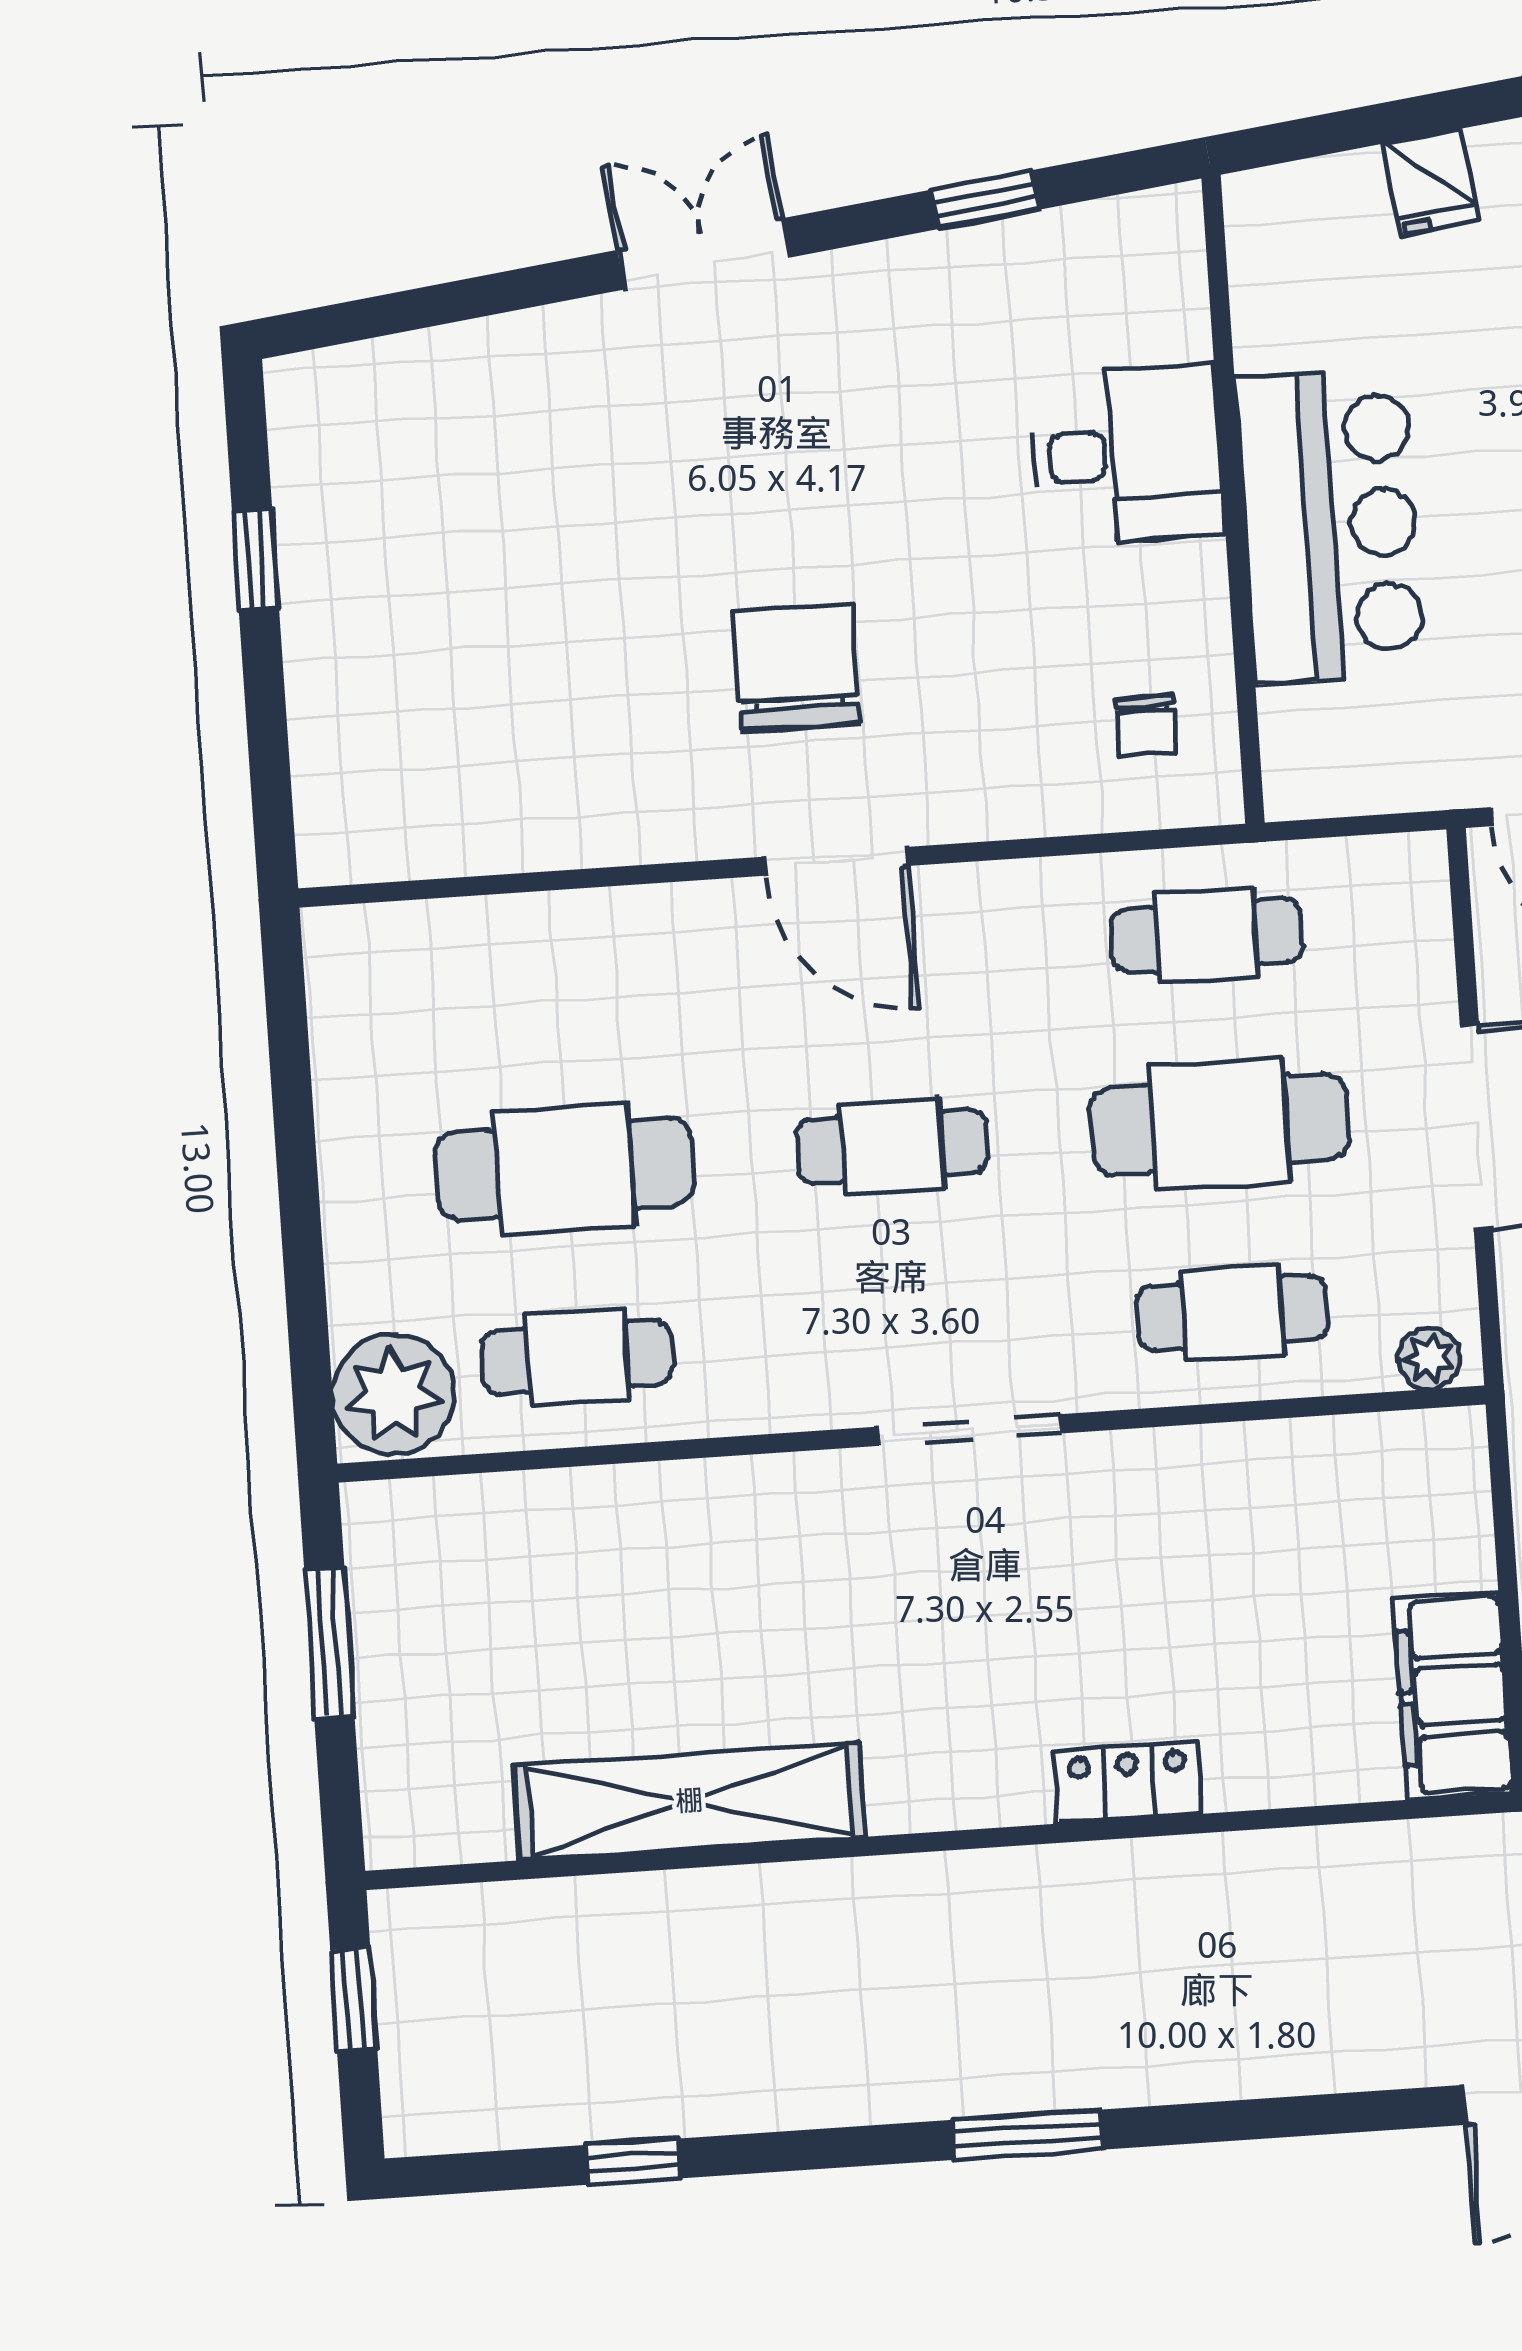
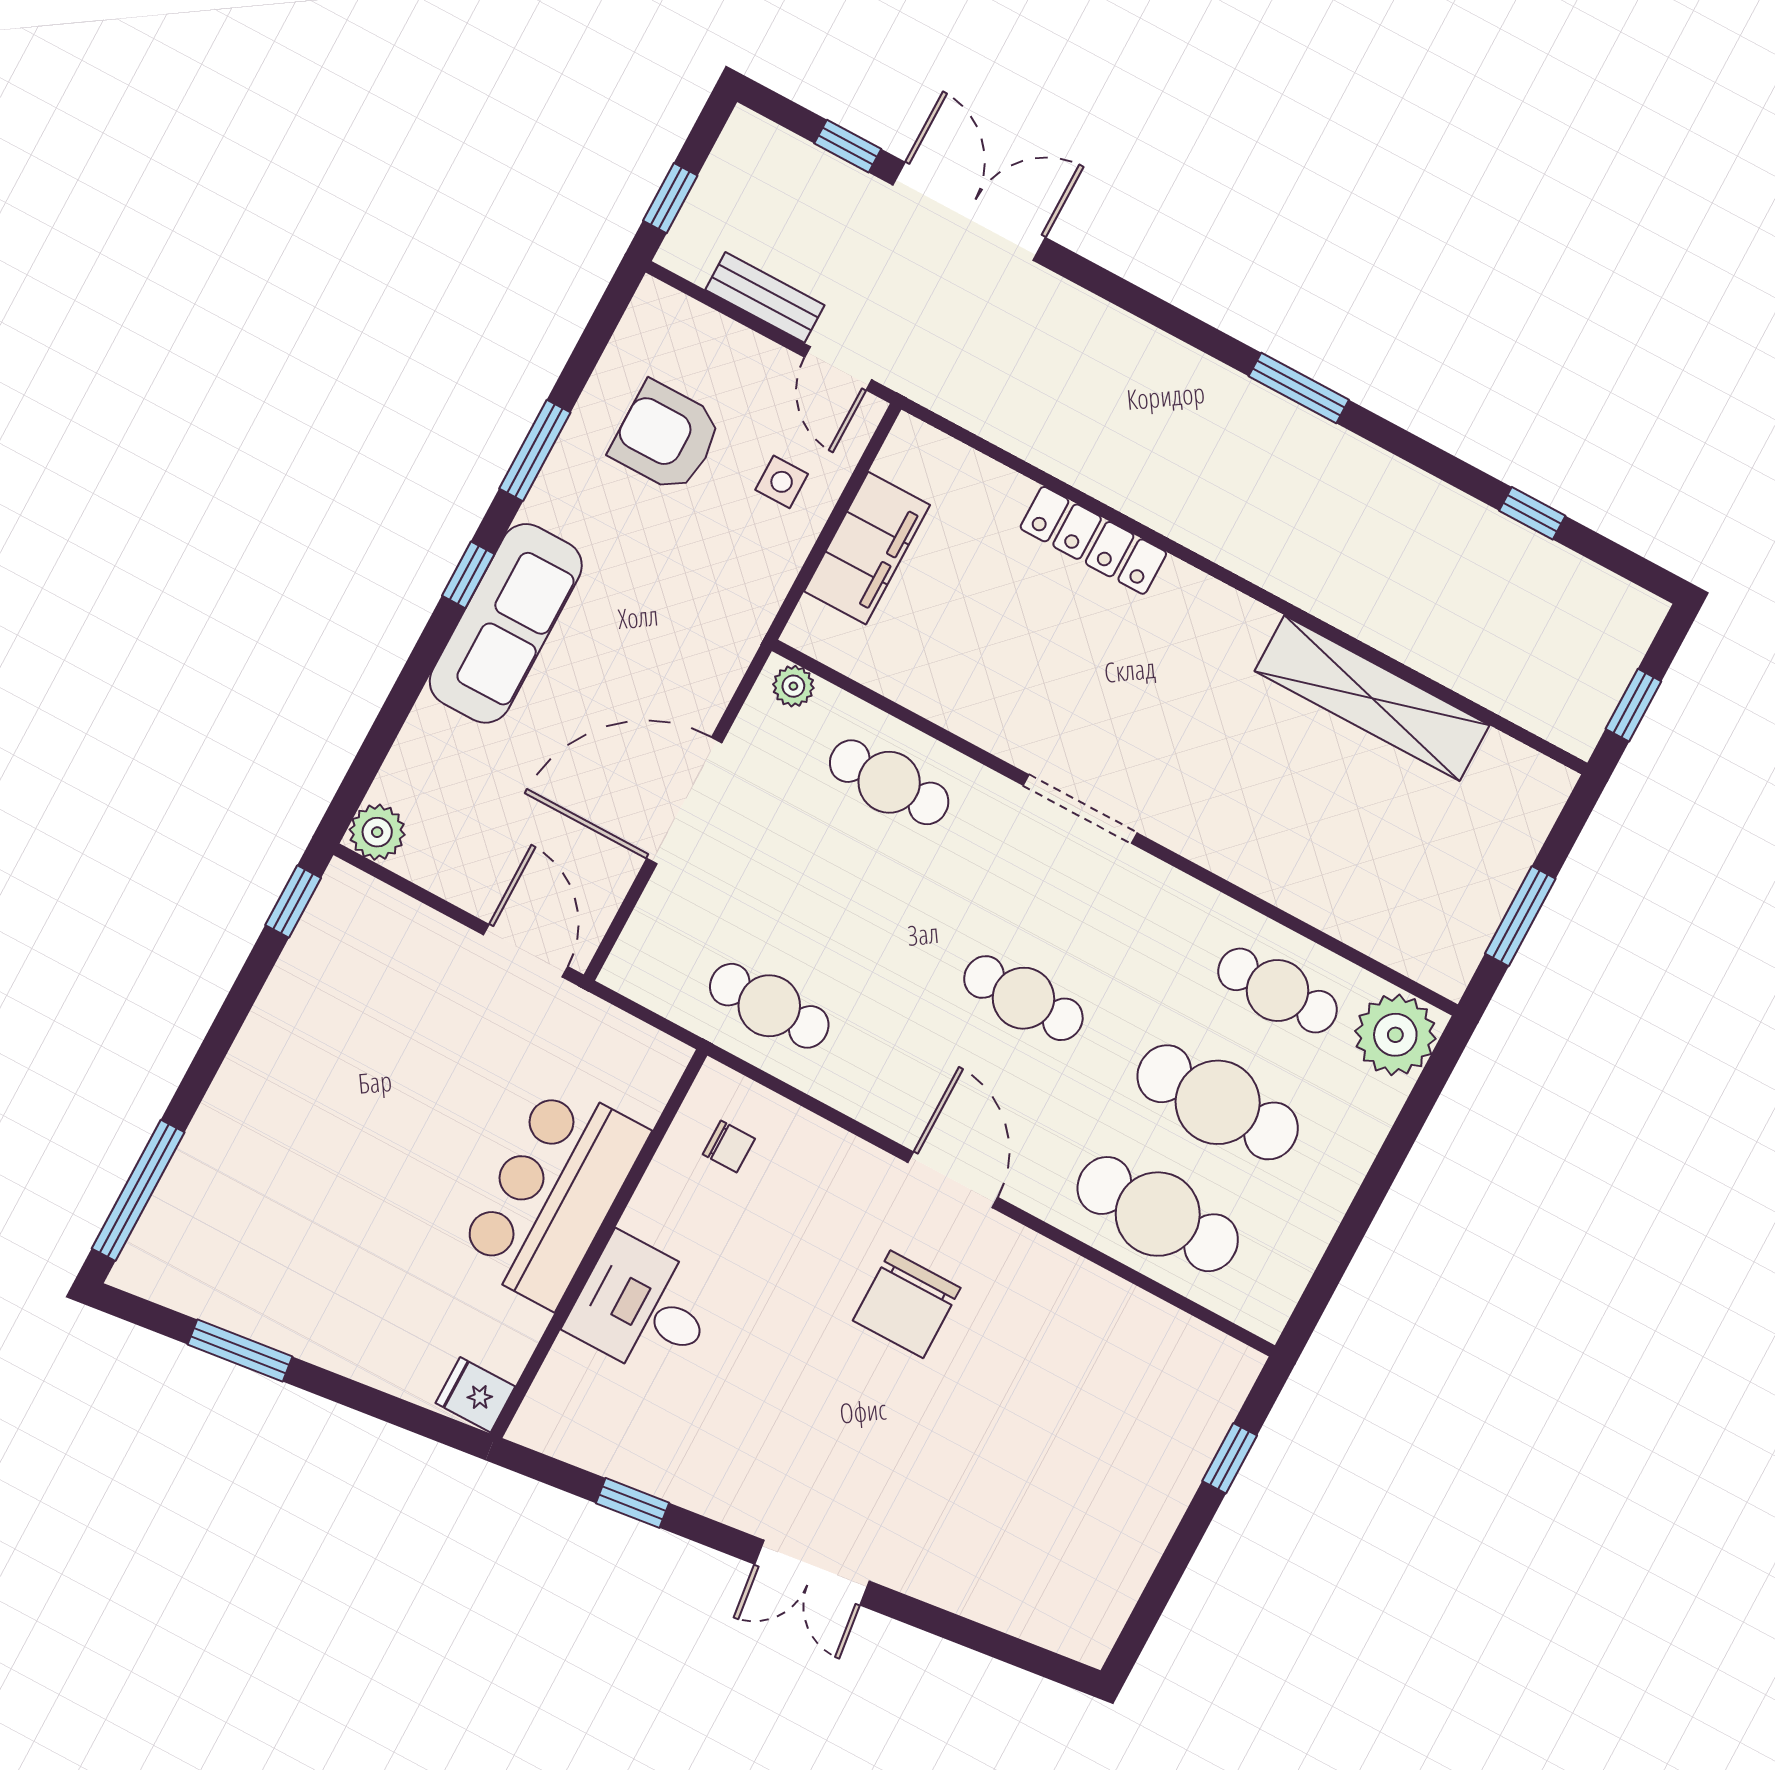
fridge: (1431, 182) -> (475, 1395), moved, turned -83
window: (256, 560) -> (1230, 1458), moved
chair: (1146, 726) -> (729, 1147), turned 90
cafe table: (1219, 1124) -> (1158, 1214), moved
filing cabinet: (1453, 1695) -> (867, 548), moved
locker: (1128, 1782) -> (1093, 540), width x1.53

